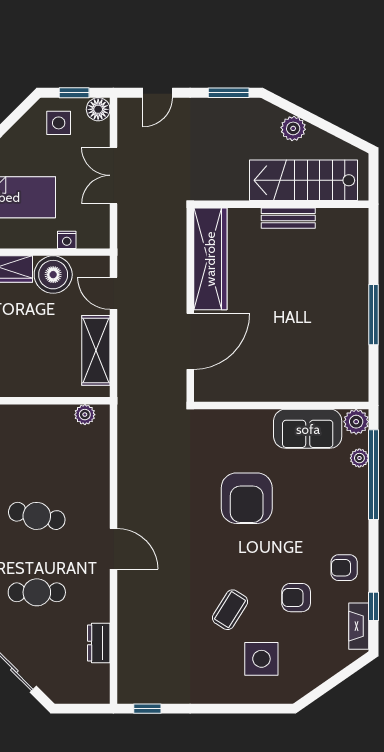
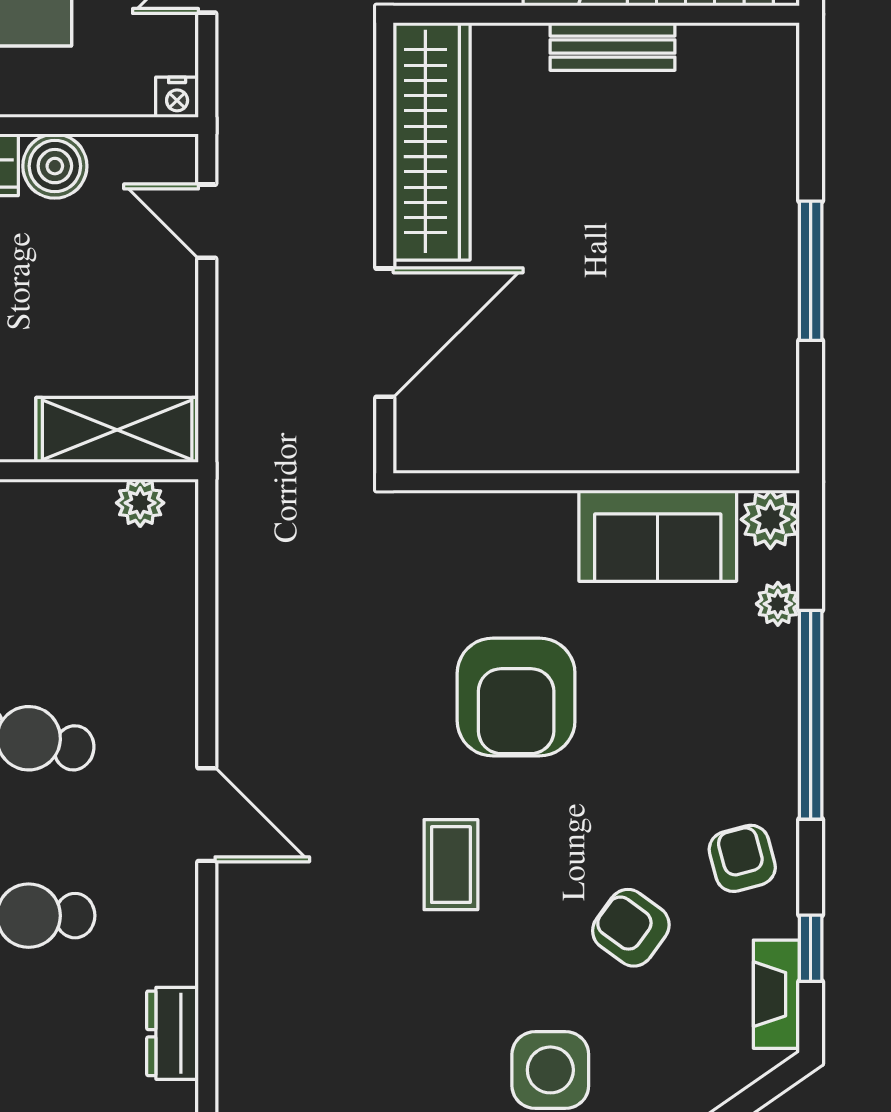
nightstand: (67, 240) -> (177, 97), moved
boiler: (53, 275) -> (55, 166), width x0.73, depth x0.73
shelving: (96, 350) -> (117, 430), moved, turned 90
window: (374, 475) -> (811, 715), moved
armchair: (344, 568) -> (742, 858), turned 75
armchair: (296, 598) -> (631, 928), turned 36
coffee table: (230, 610) -> (451, 865), moved, turned -32

